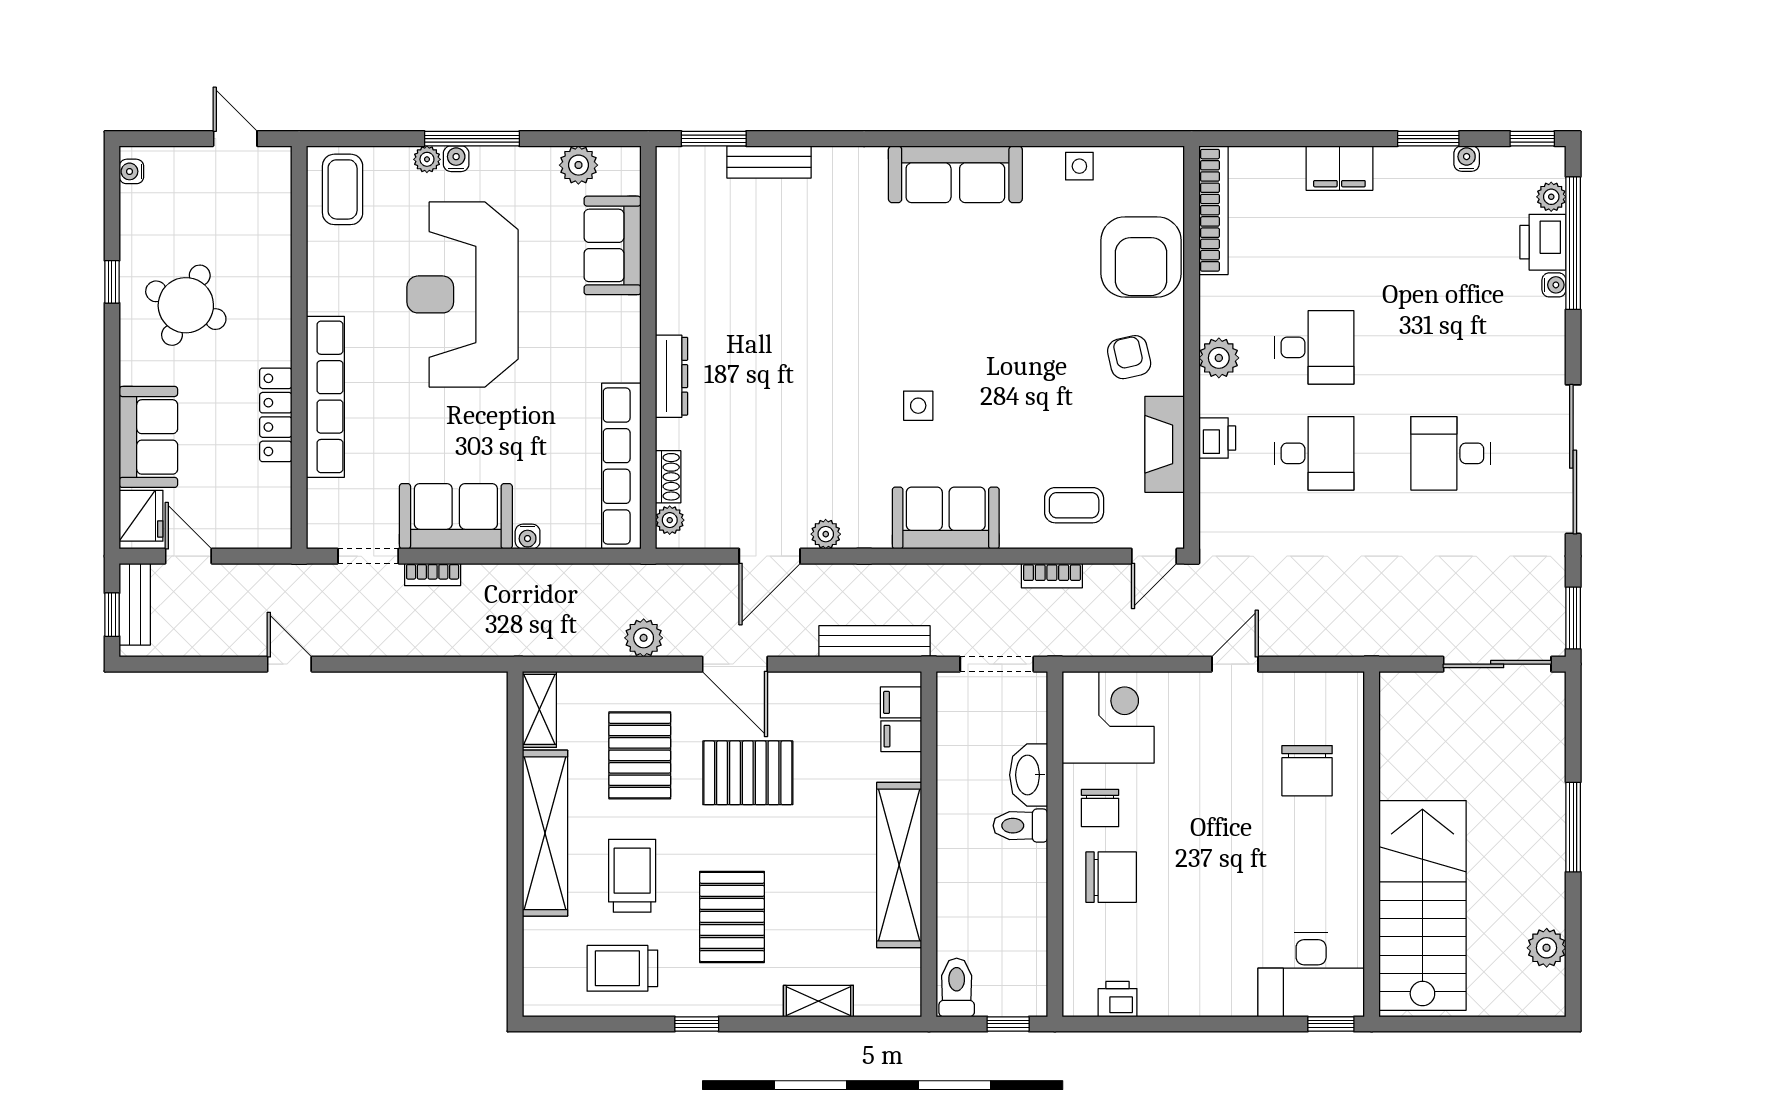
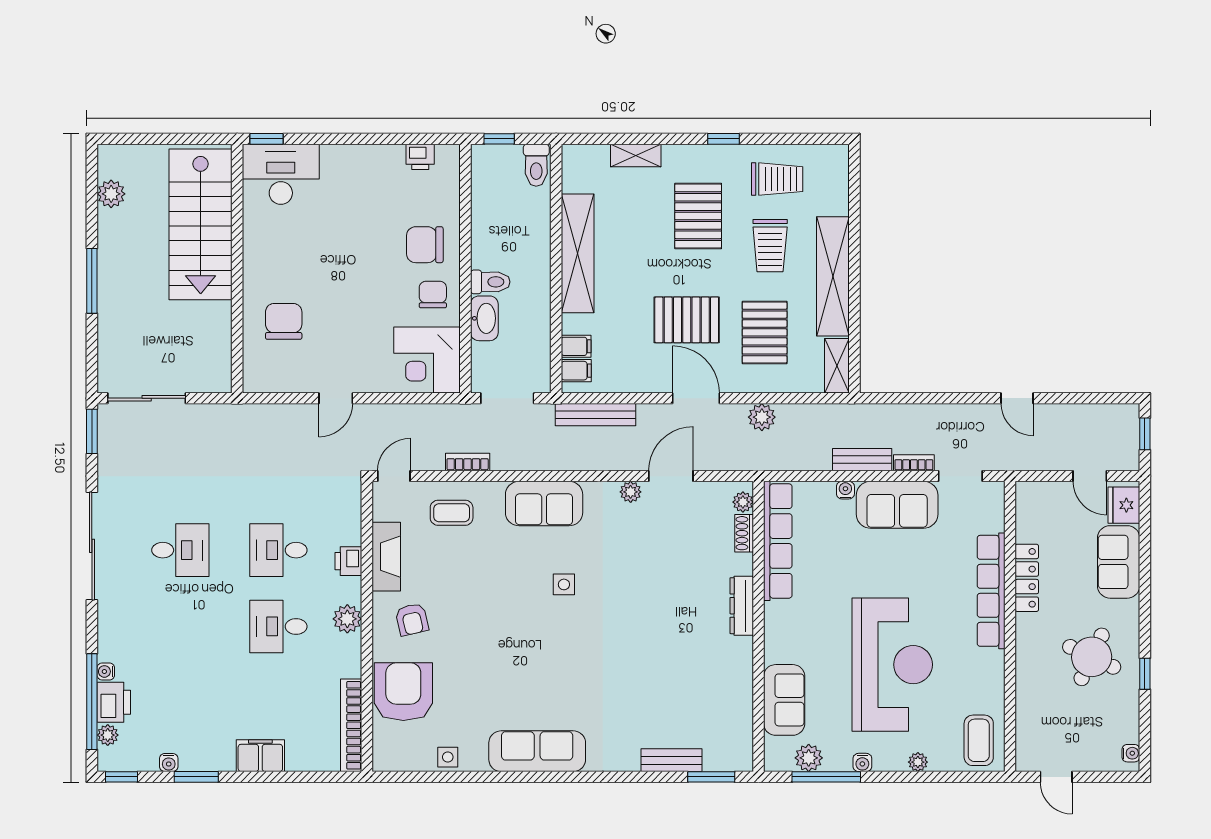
window: (472, 139) -> (826, 777), moved
water cooler: (456, 159) -> (862, 762), moved
bench: (135, 604) -> (862, 460), moved, turned 90

